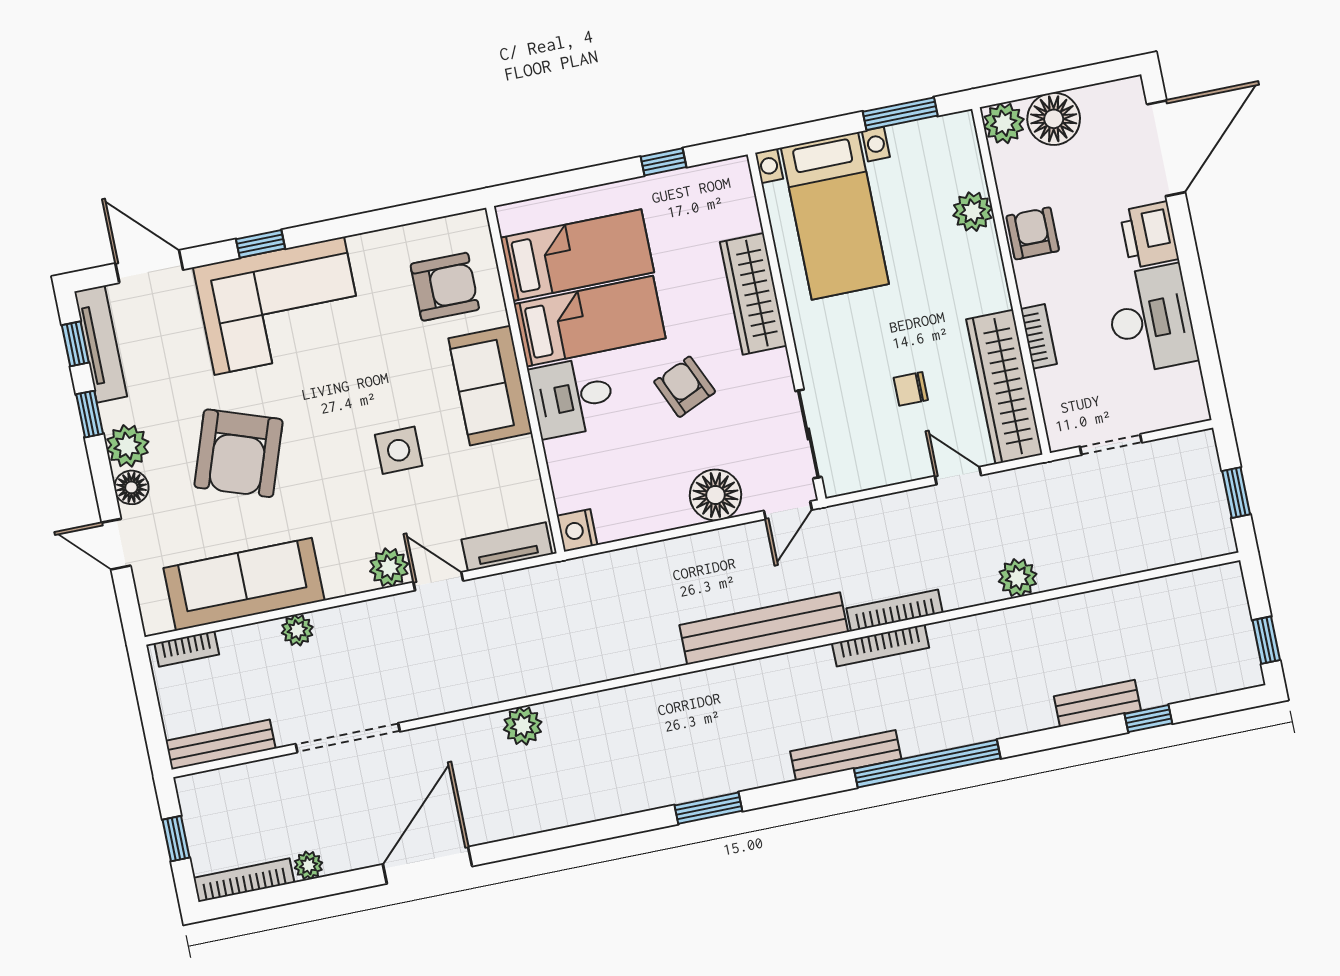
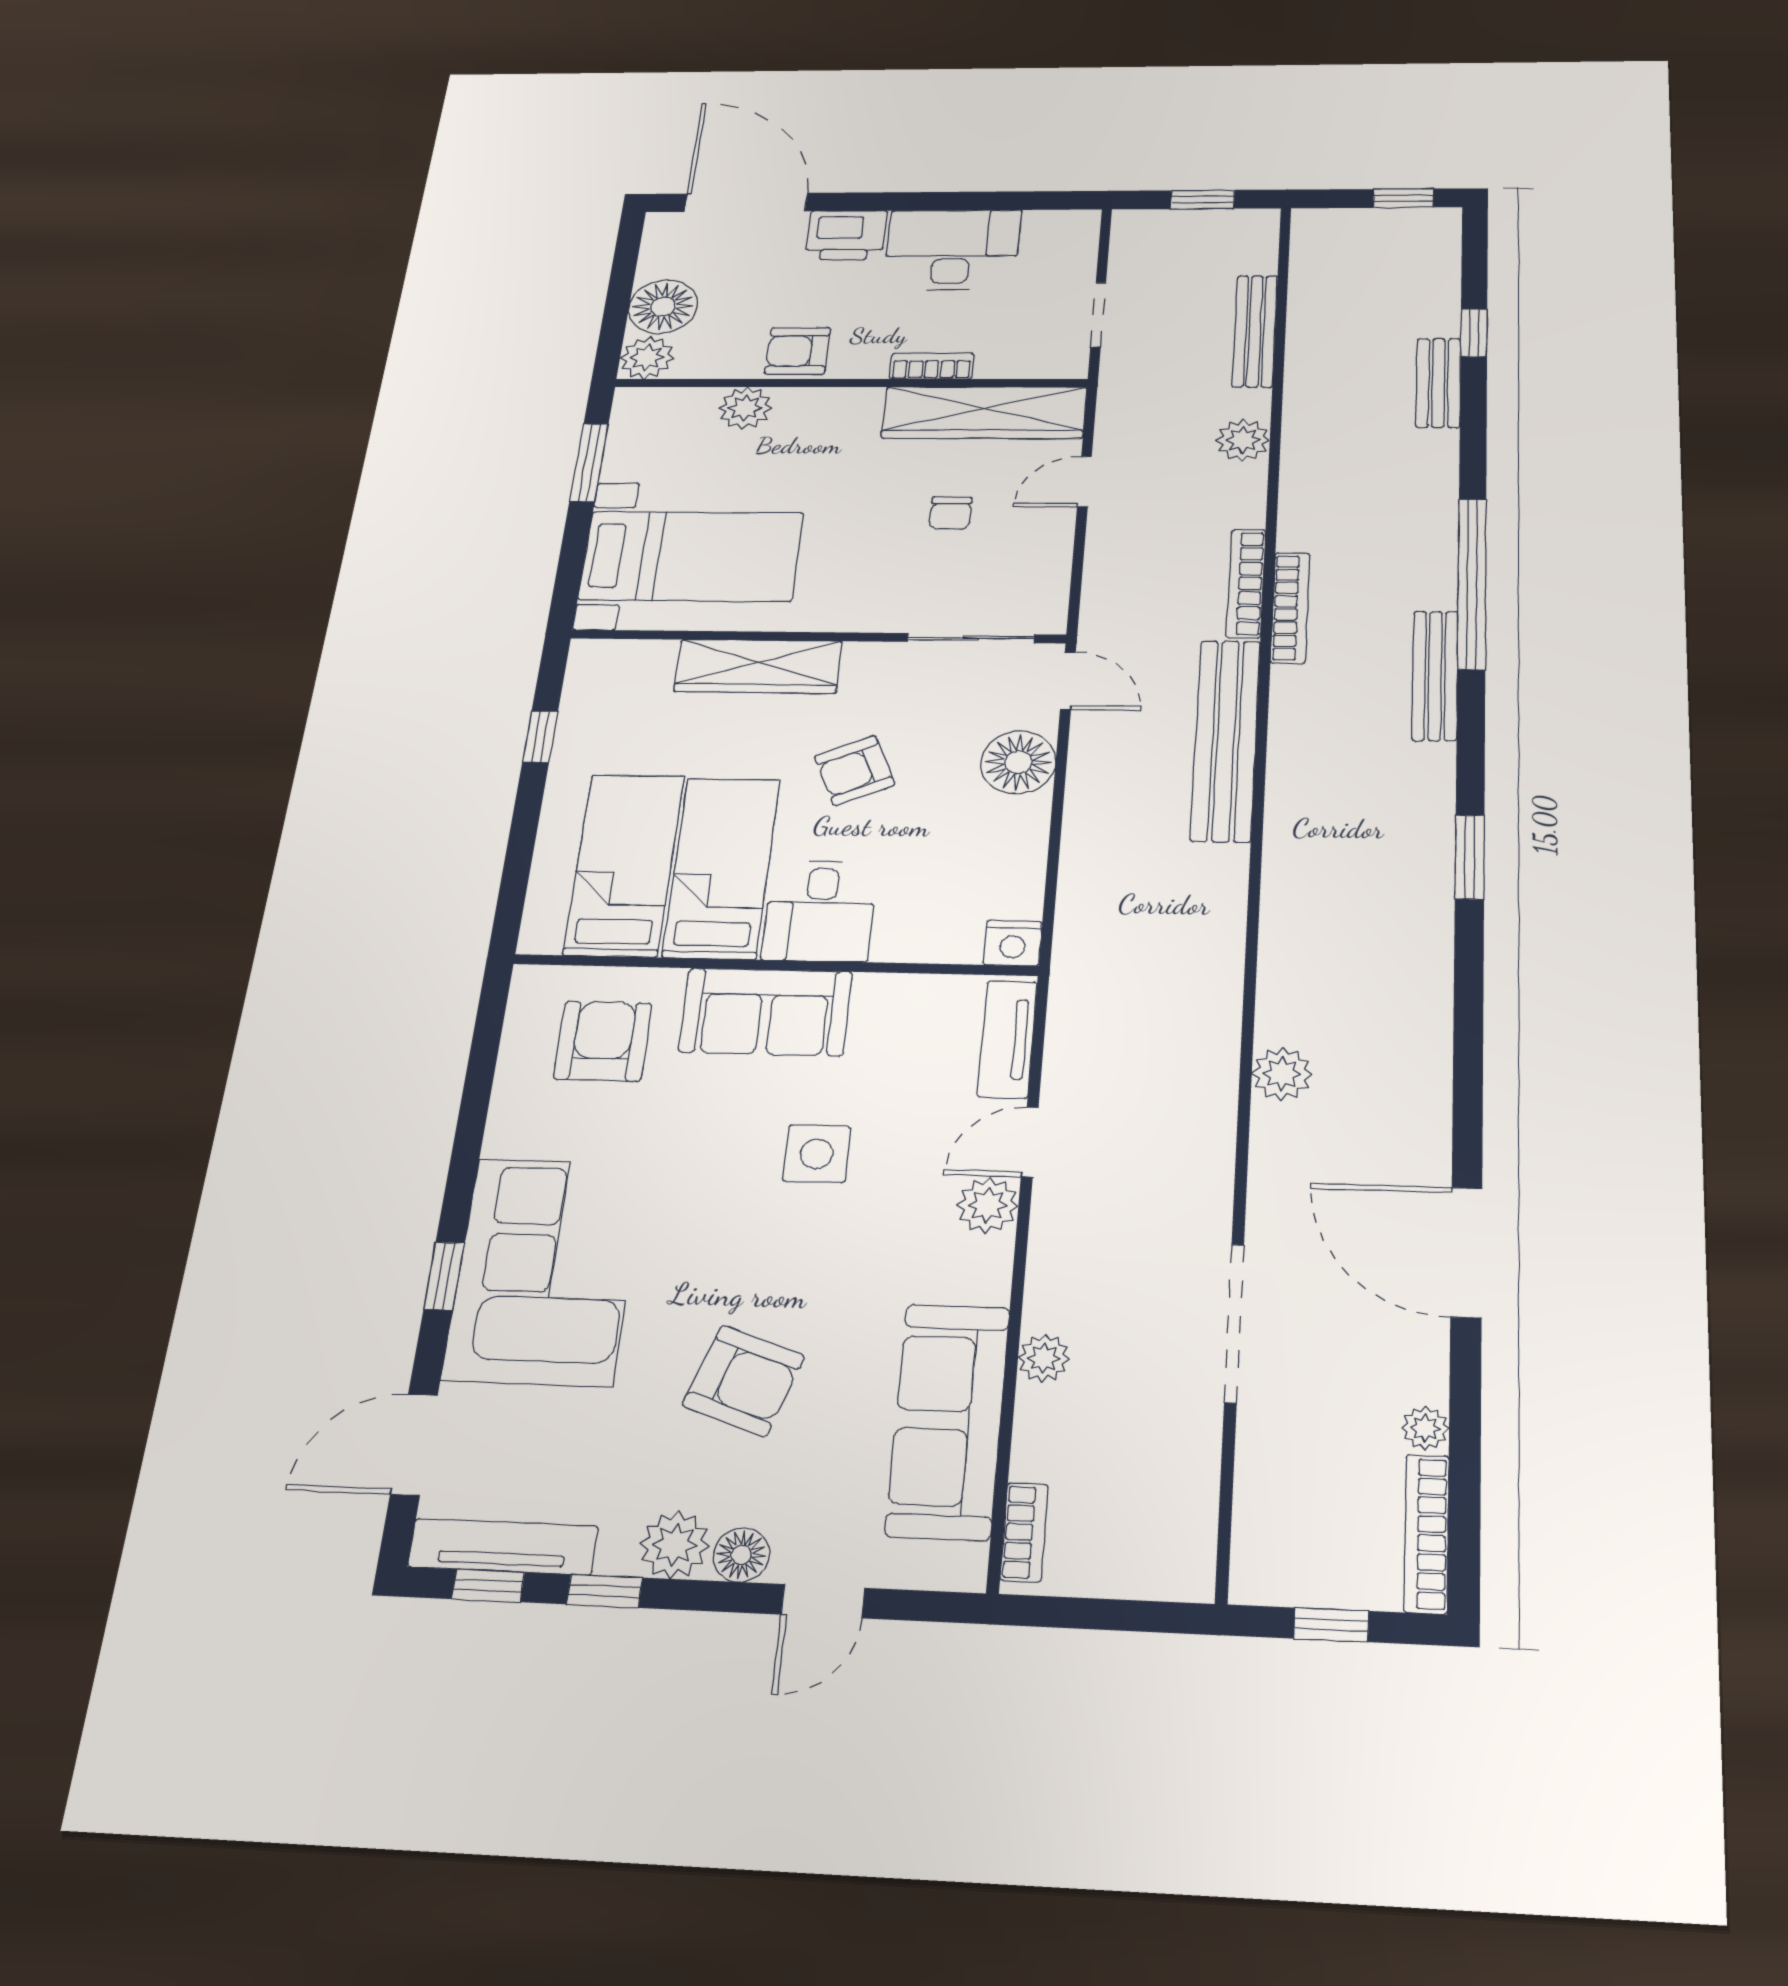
armchair: (239, 453) -> (743, 1381), width x0.73, depth x0.73
bench: (221, 745) -> (1255, 331), moved

